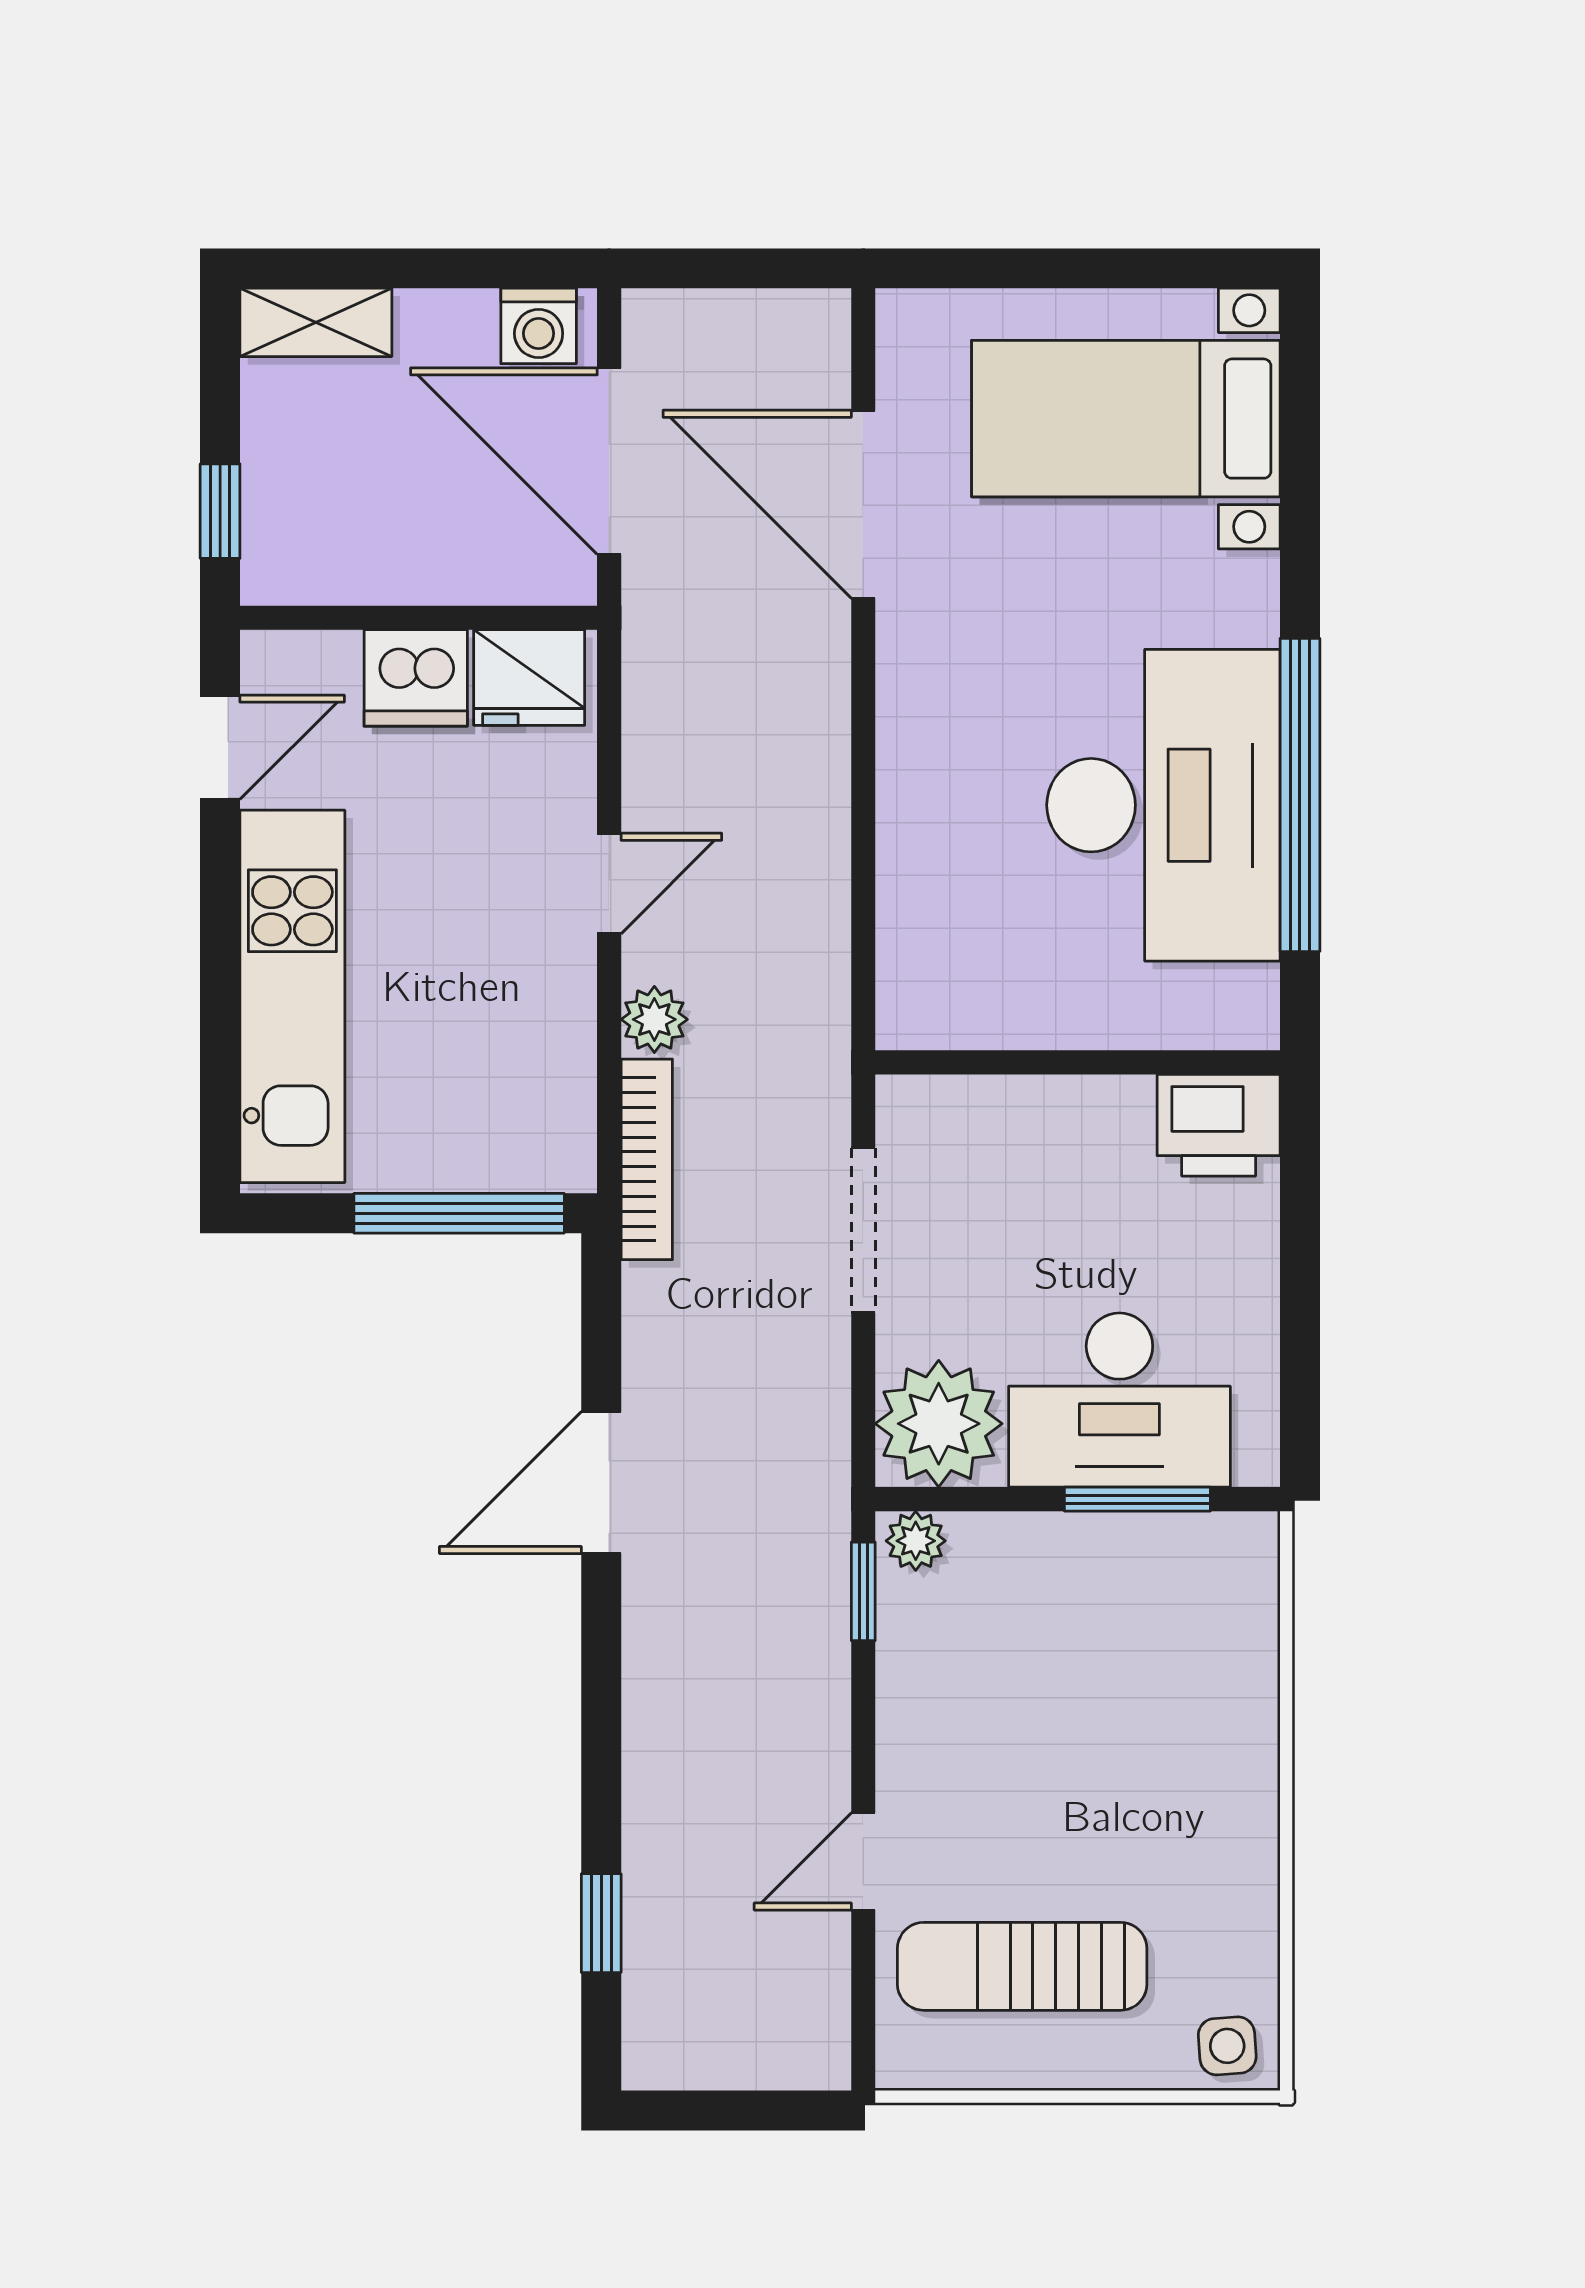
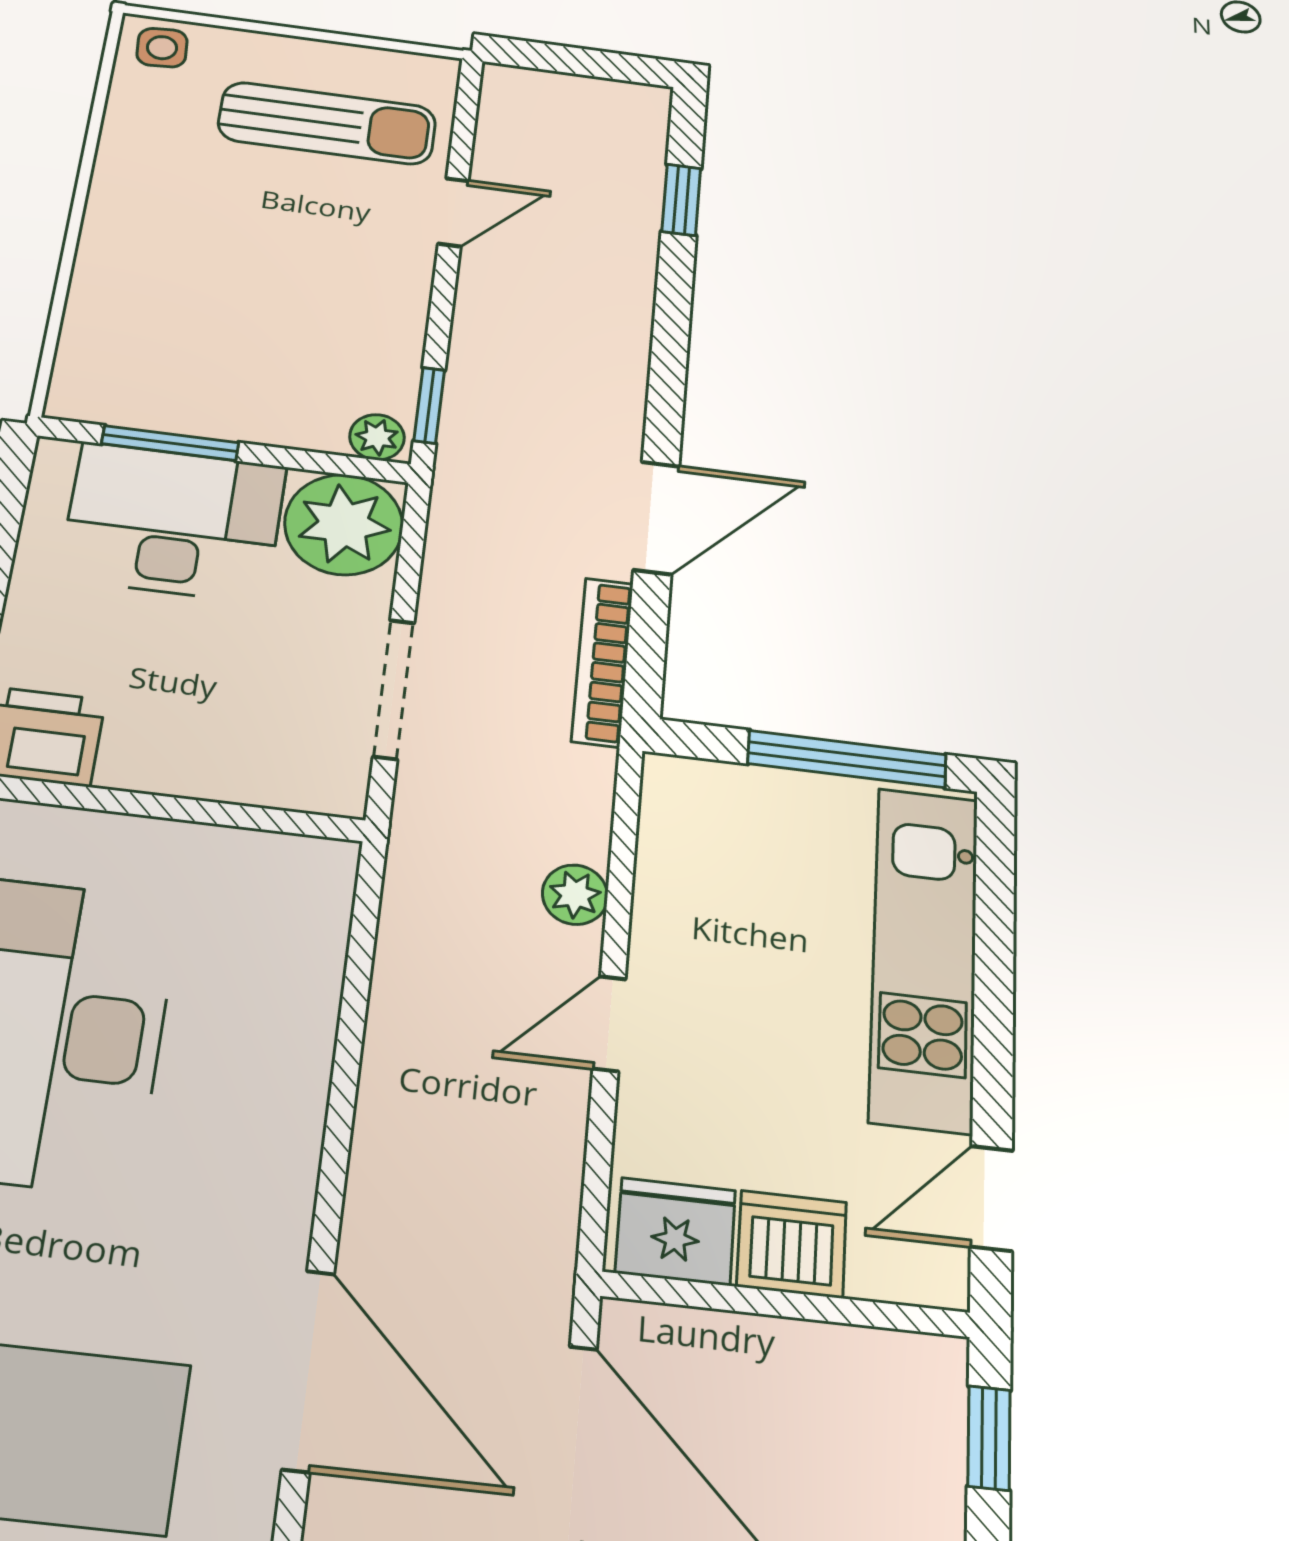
bookcase: (647, 1159) -> (603, 662), moved
window: (459, 1213) -> (847, 759), moved

